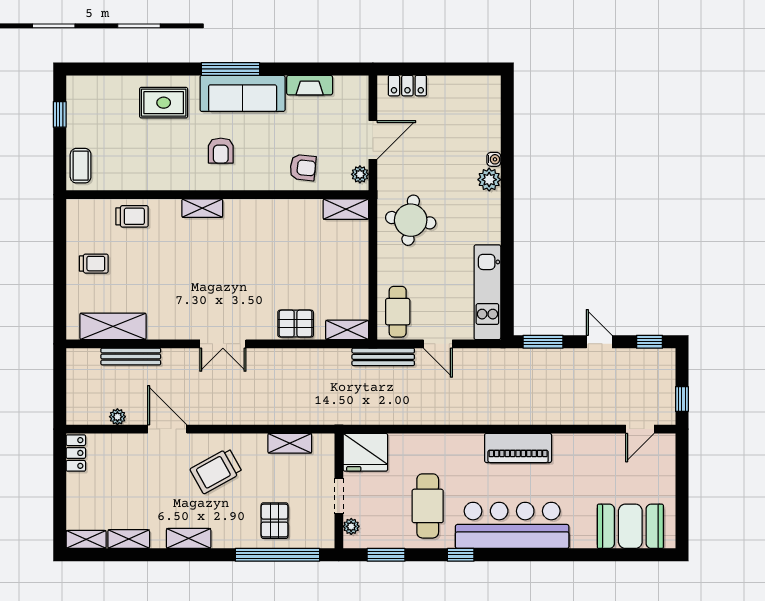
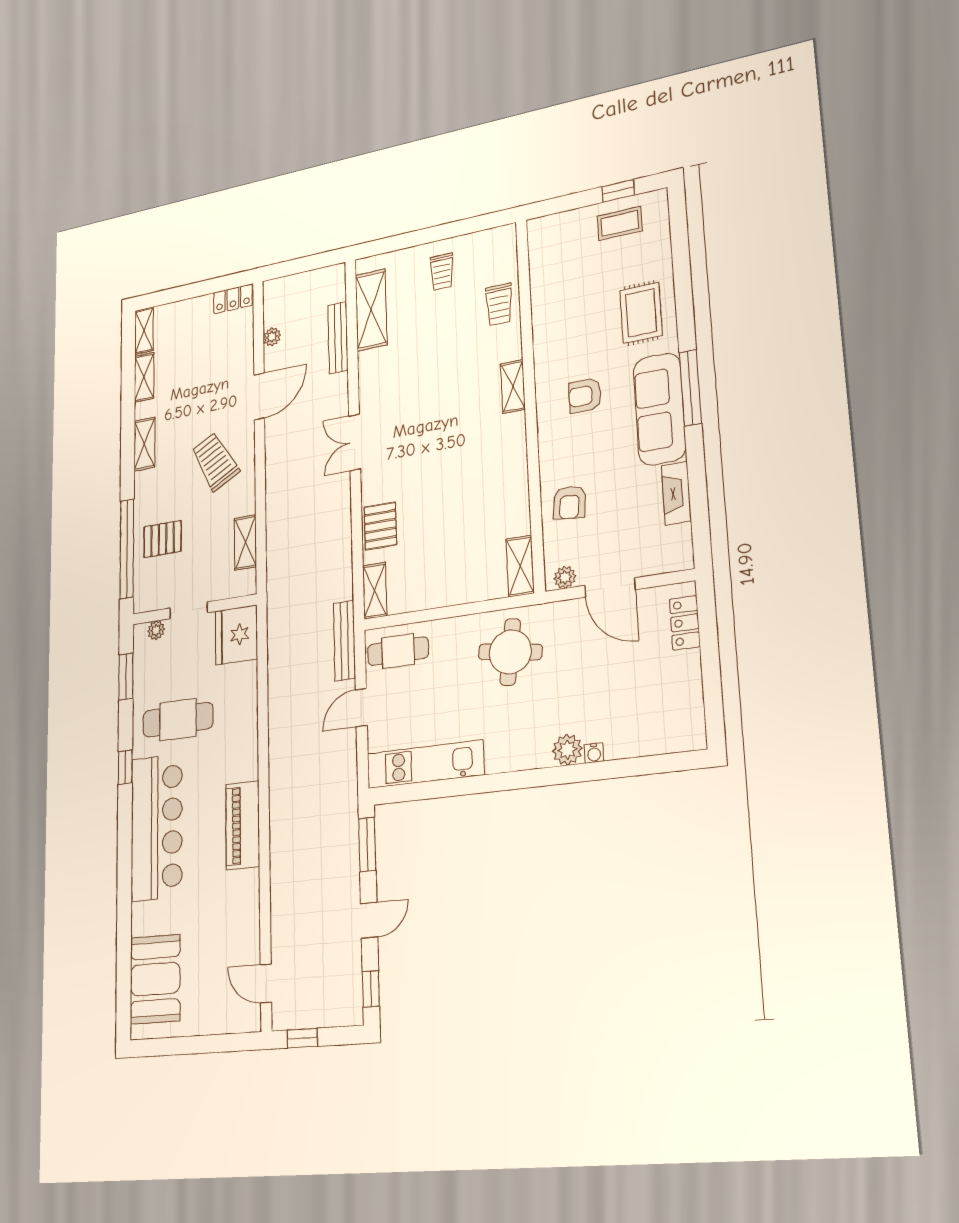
coffee table: (81, 166) -> (620, 223), moved

